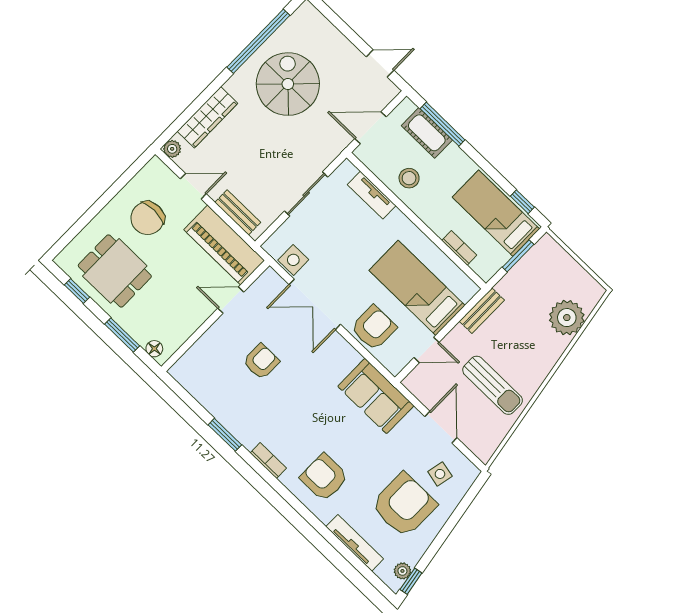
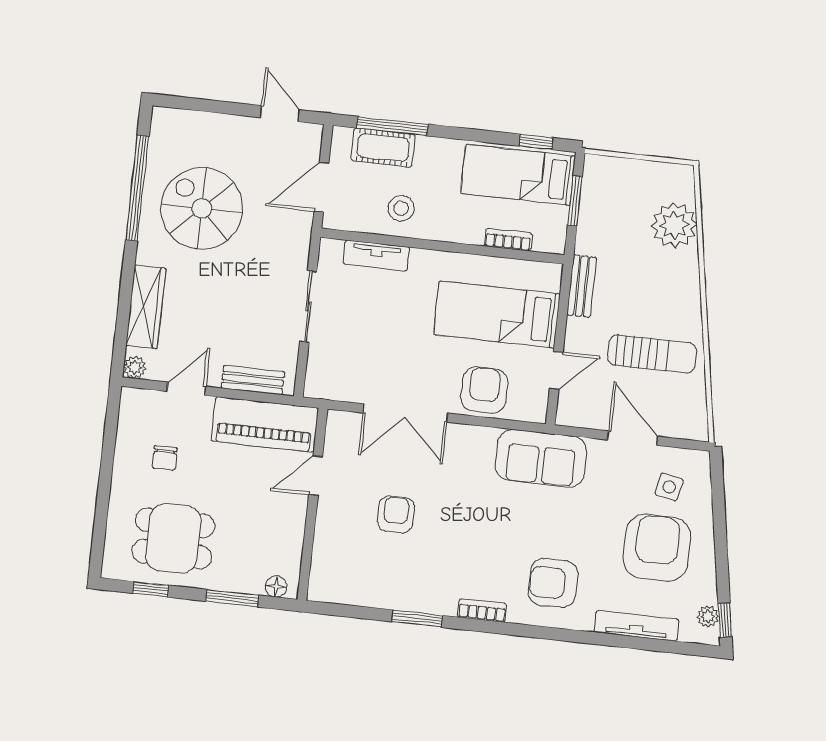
door: (380, 63) -> (280, 114), hinge flipped
chair: (147, 218) -> (165, 458), width x0.54, depth x0.54
side table: (293, 260) -> (348, 384), removed

